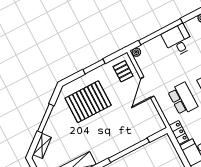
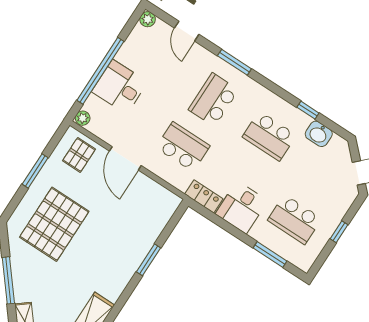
desk: (178, 40) -> (120, 87), moved
pallet: (123, 71) -> (79, 155), turned 90
window: (129, 150) -> (149, 260), width x0.47

